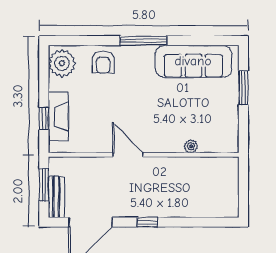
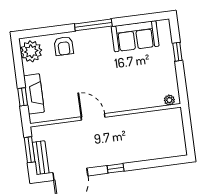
sofa: (193, 61) -> (135, 36), width x0.73
window: (243, 88) -> (177, 52), width x0.67
plant: (191, 146) -> (169, 100), moved

